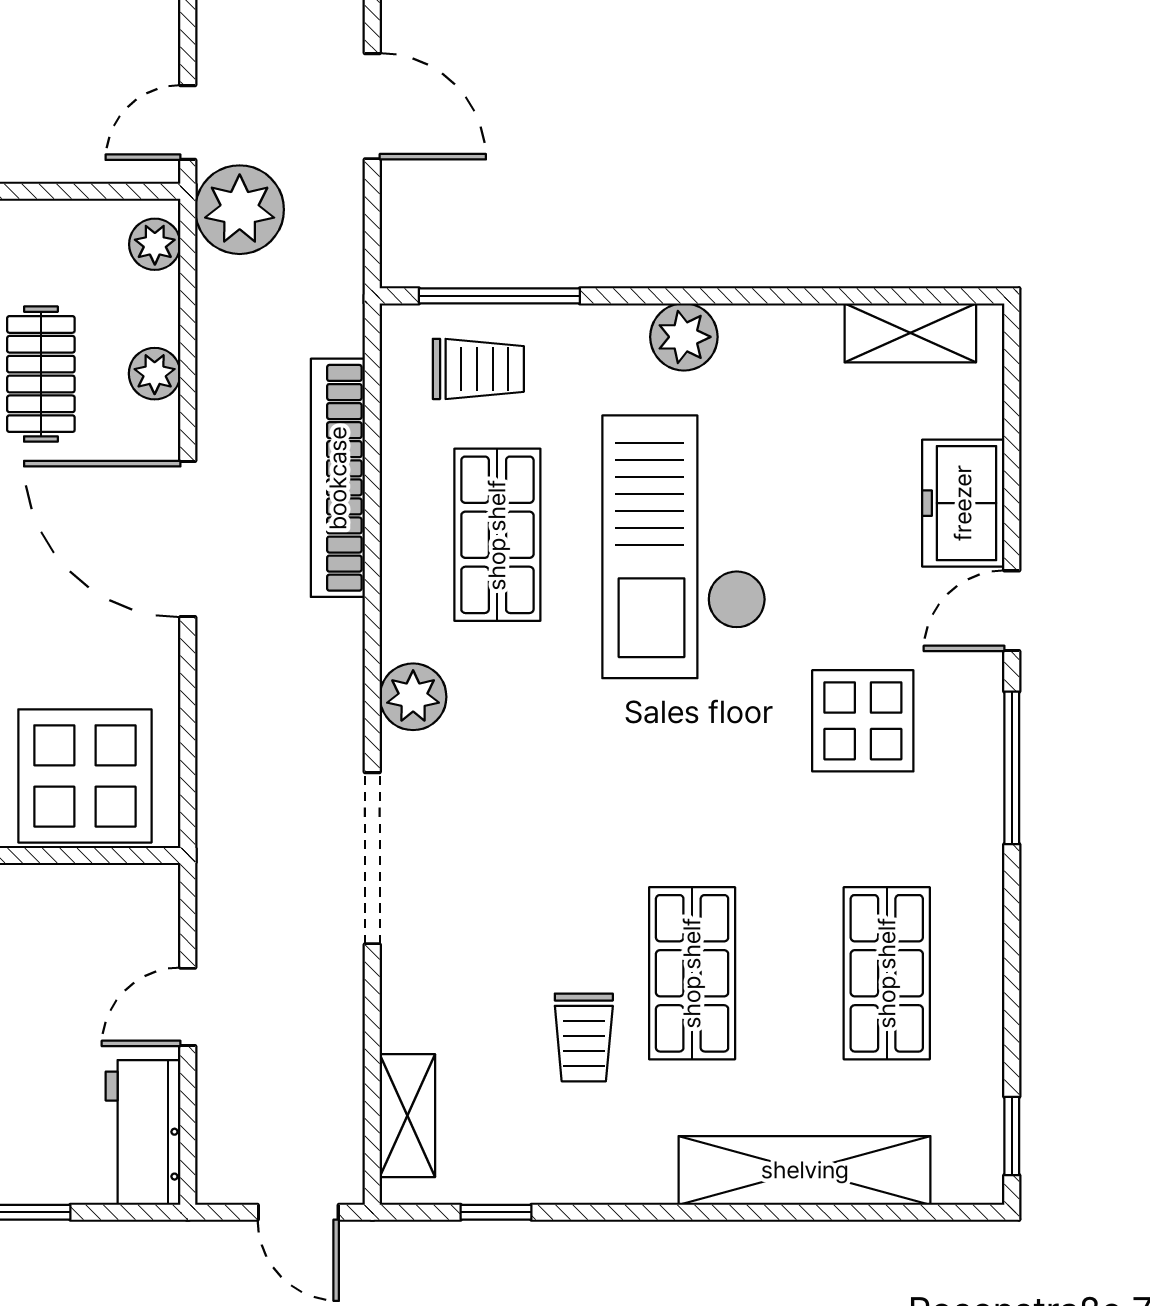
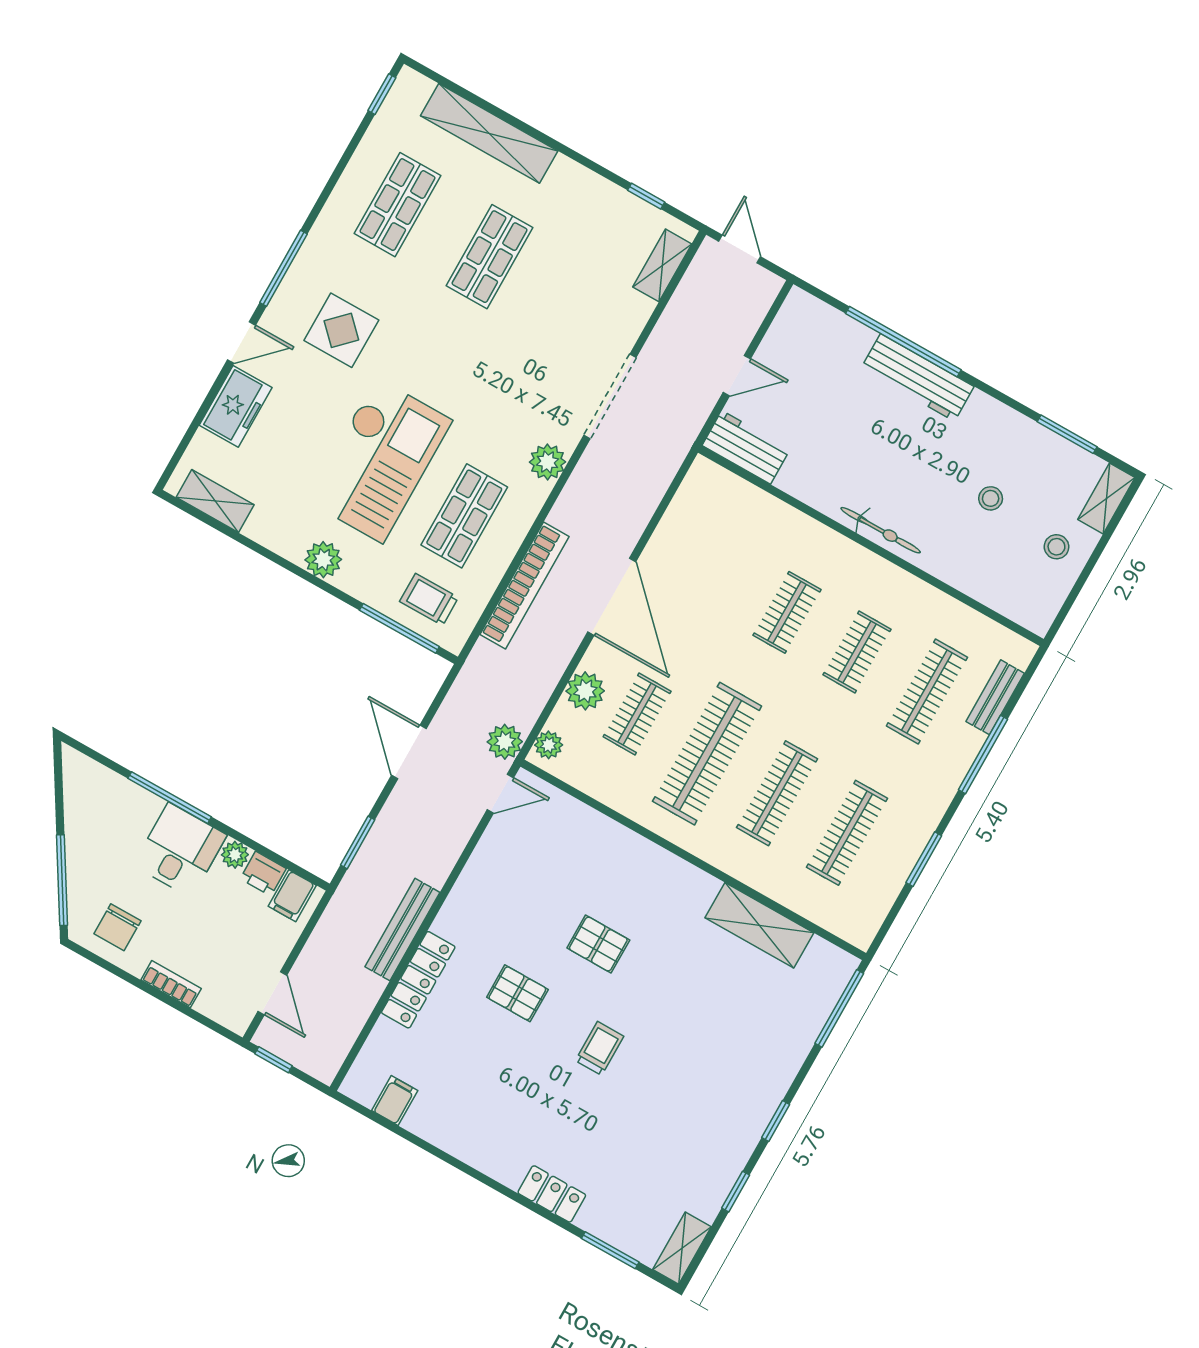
plant: (240, 210) -> (505, 742), width x0.73, depth x0.73
plant: (155, 374) -> (585, 691), width x1.38, depth x1.38
display table: (85, 776) -> (724, 512), removed
trolley: (584, 1037) -> (558, 255), removed
workbench: (143, 1132) -> (746, 447), moved, turned -90

